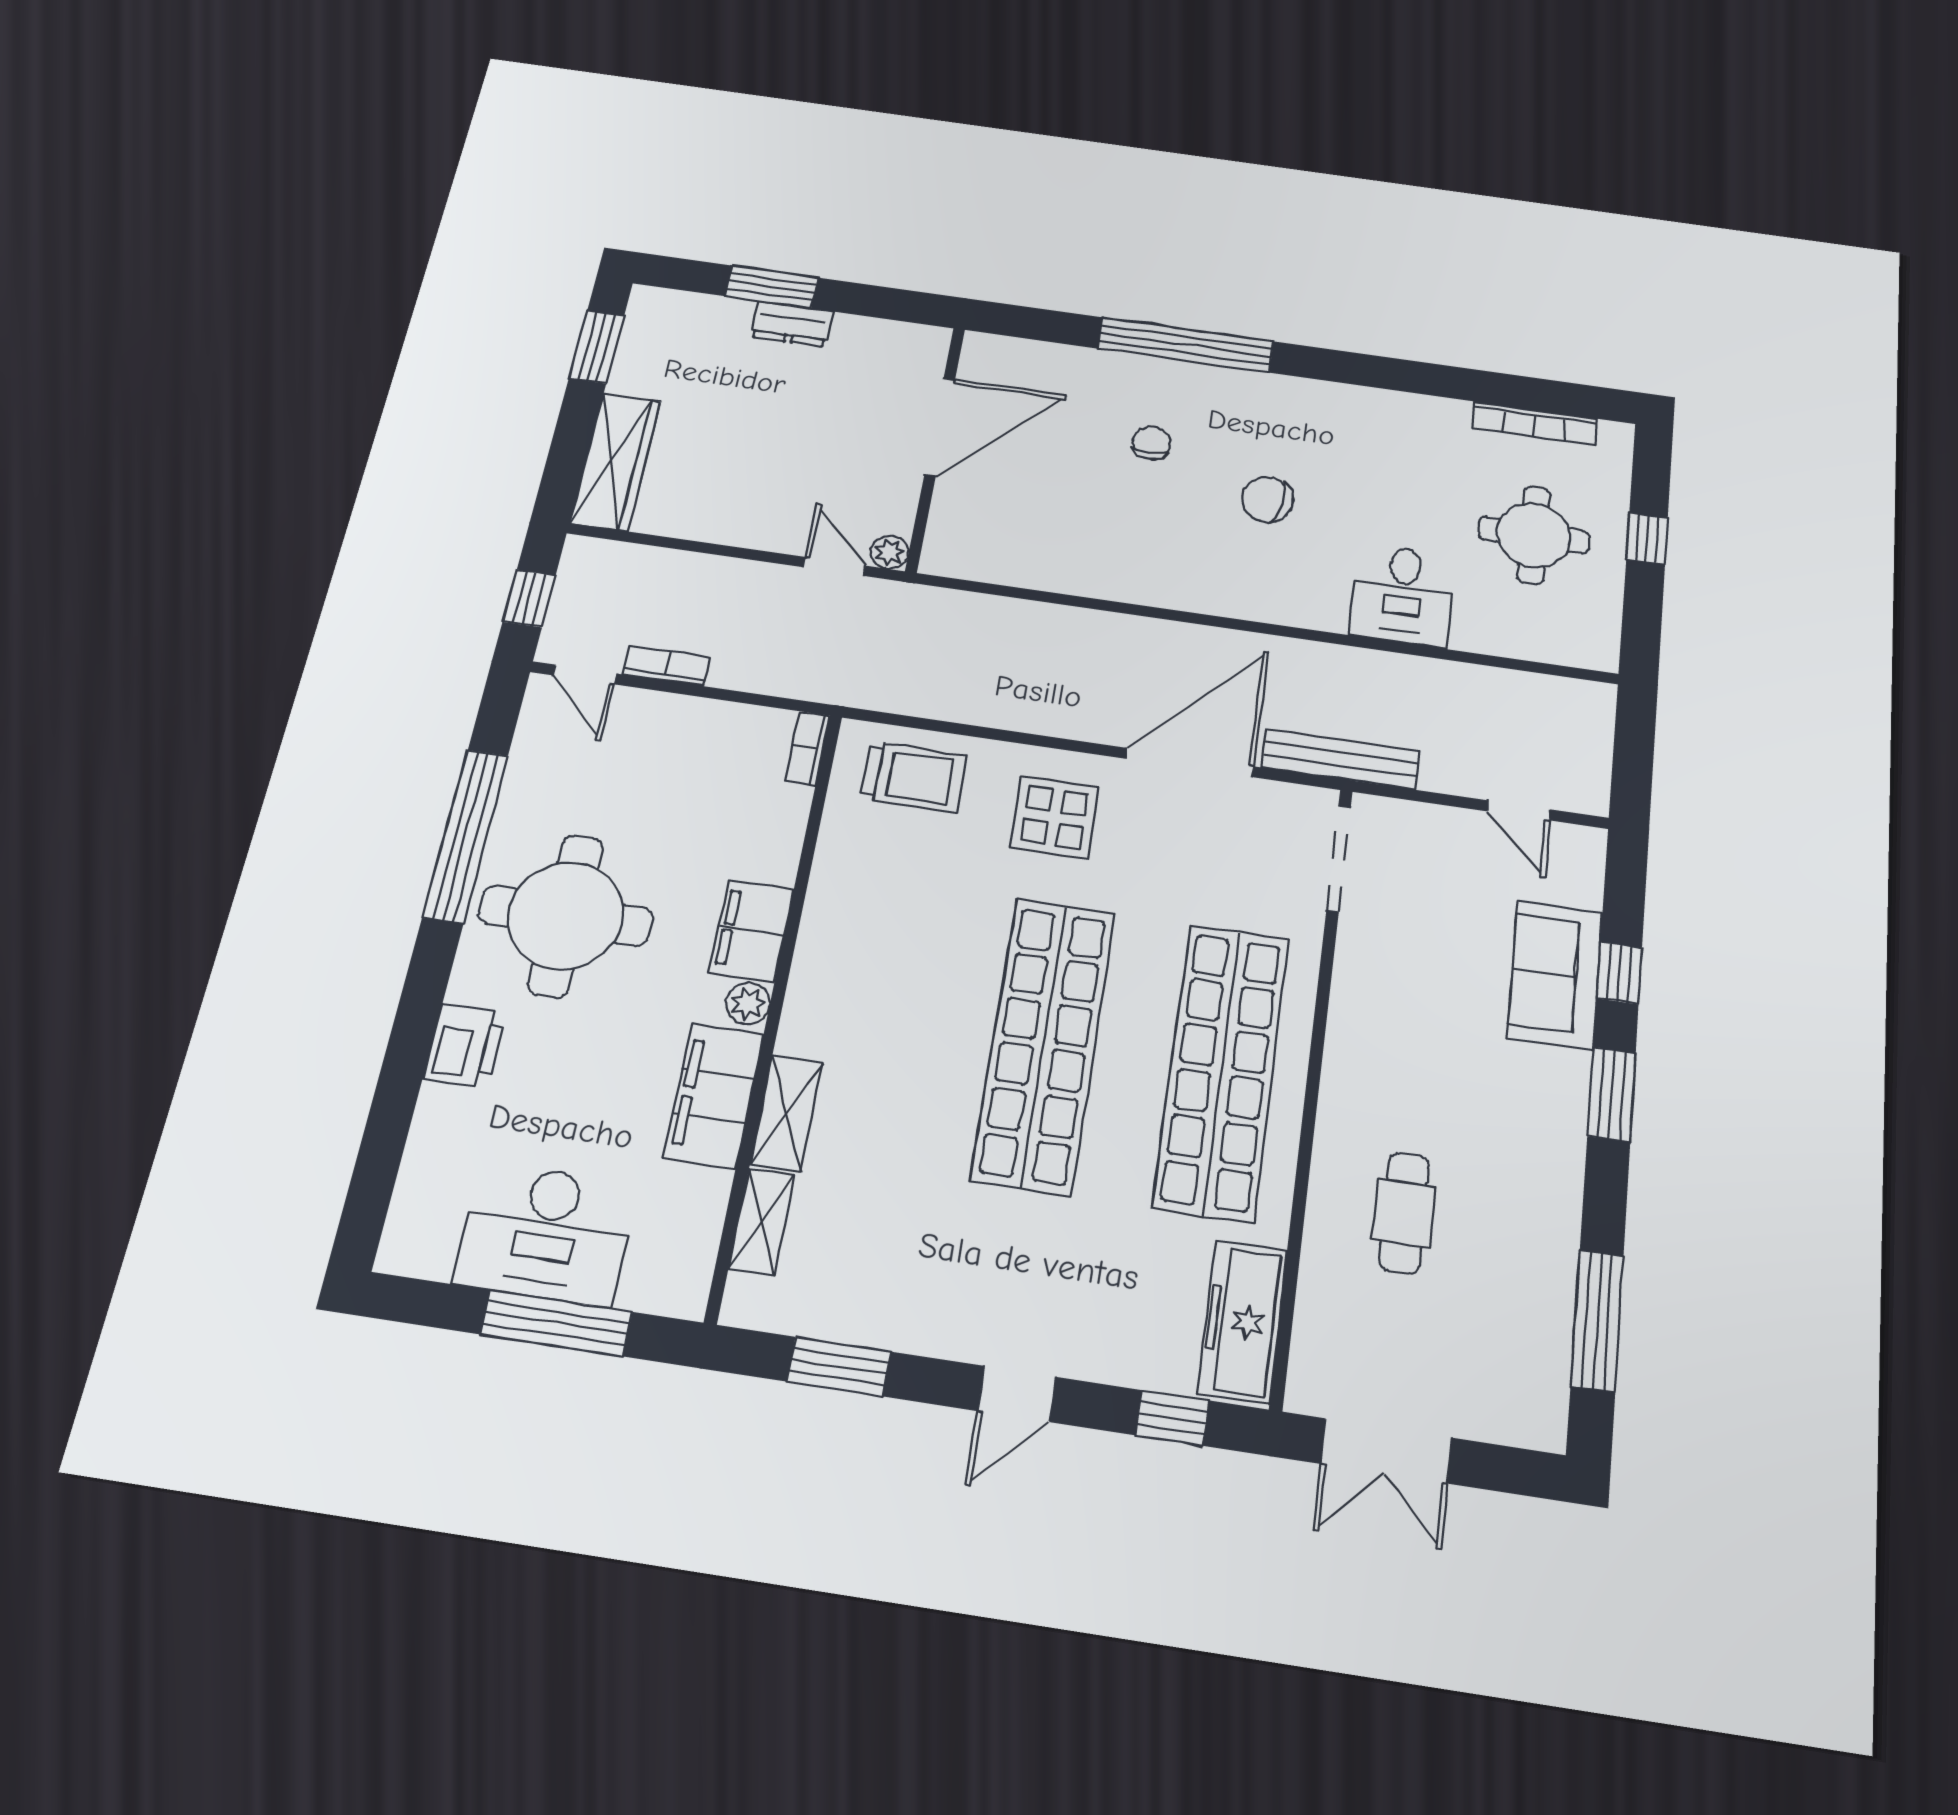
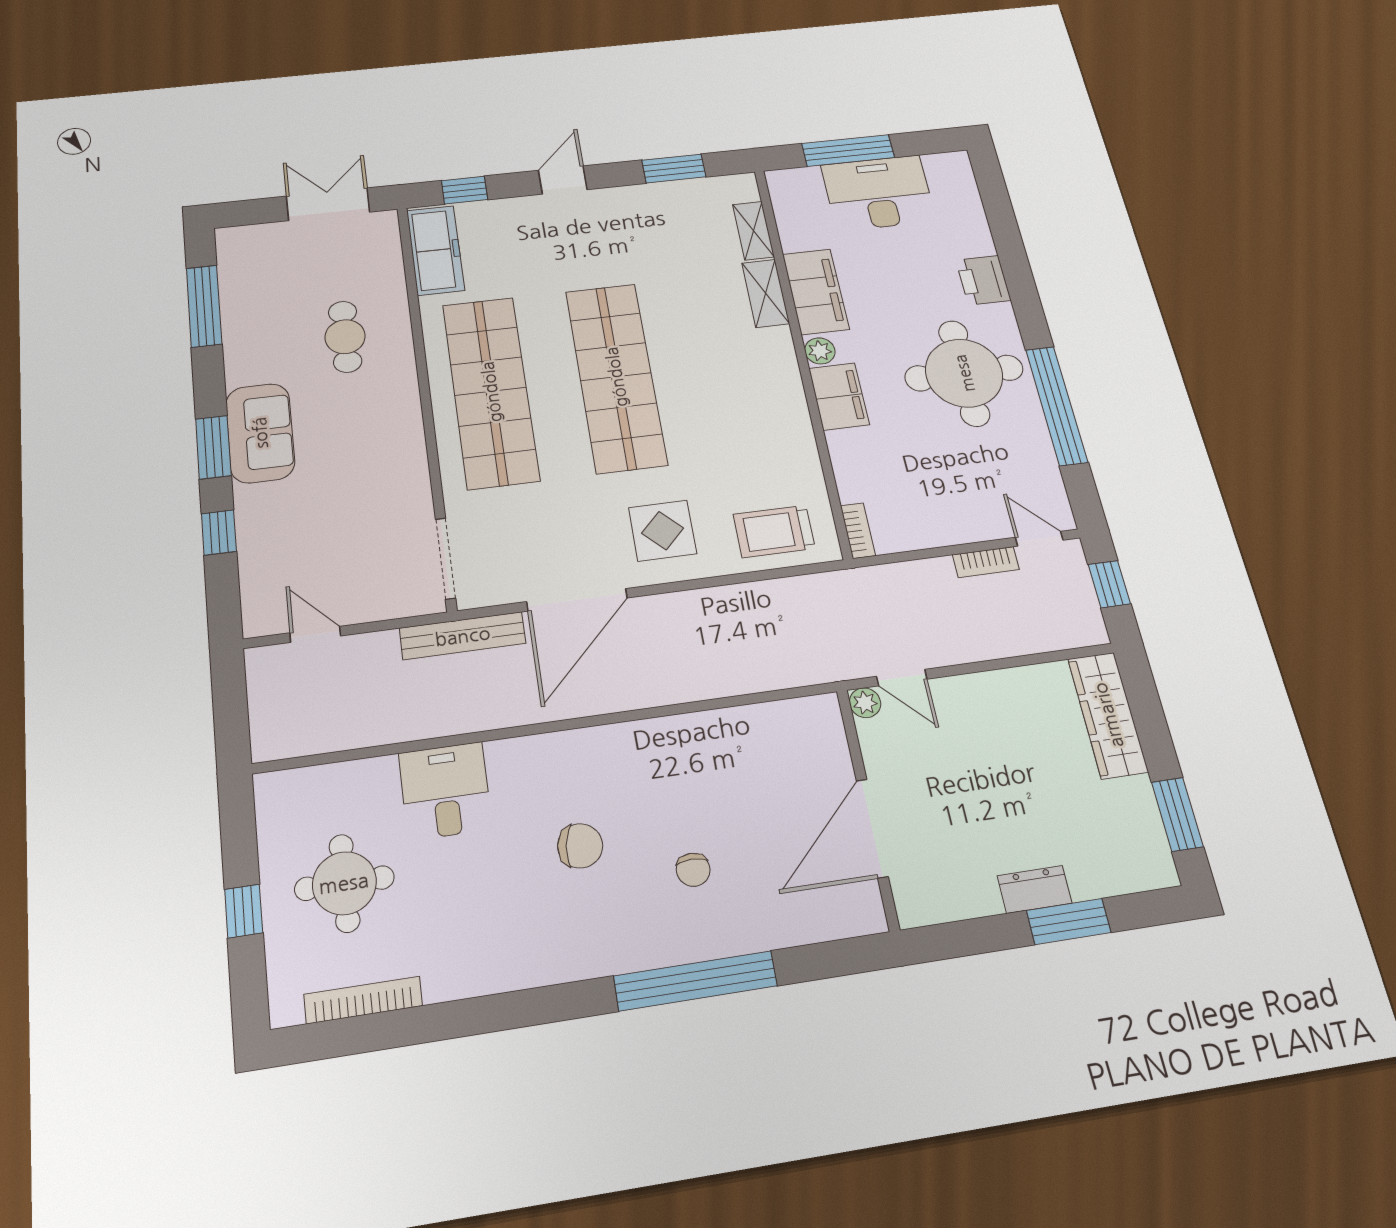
sofa: (1555, 975) -> (260, 433), moved

